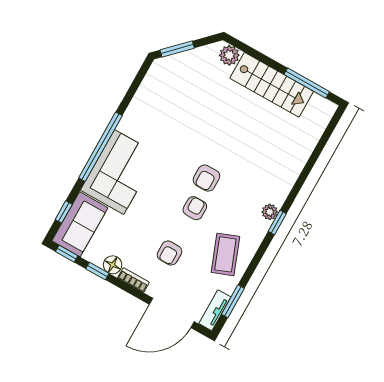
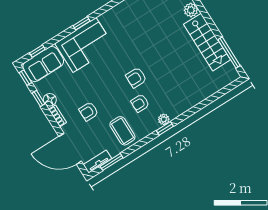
window: (100, 147) -> (82, 23), width x0.32
armchair: (195, 208) -> (140, 103), moved, turned 180
coffee table: (225, 254) -> (122, 131), turned -69

